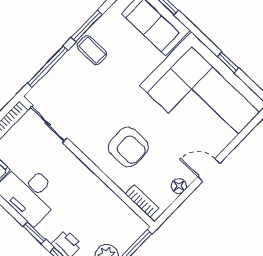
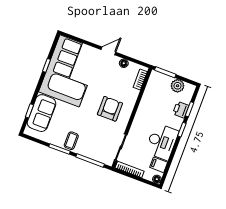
armchair: (128, 147) -> (110, 109), moved
door: (209, 170) -> (108, 51), swing flipped

